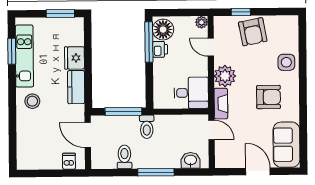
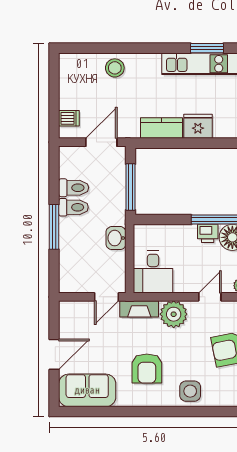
stool: (32, 101) -> (115, 68), moved
toilet: (147, 127) -> (73, 207), moved, turned 180
washbasin: (191, 160) -> (116, 238), moved, turned 180

